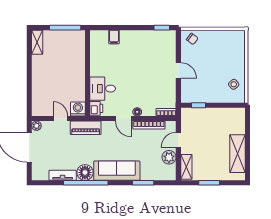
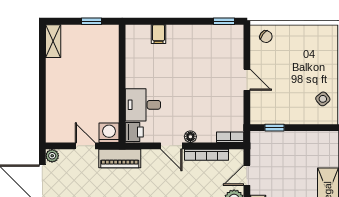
window: (65, 28) -> (91, 21), width x0.46

